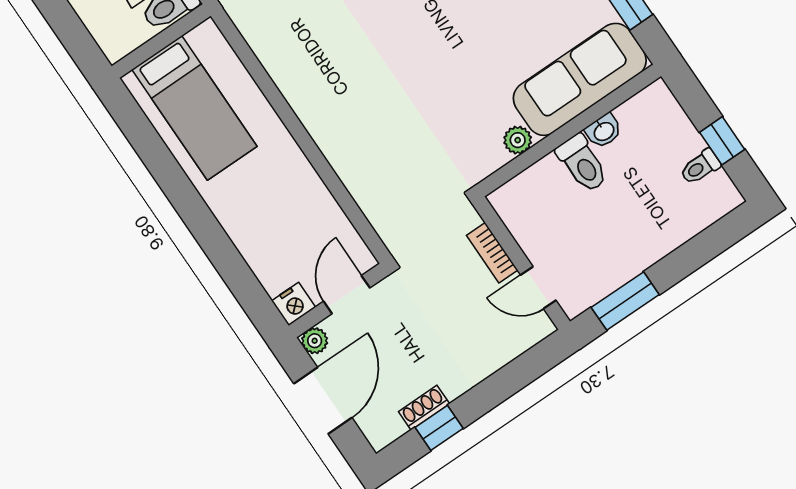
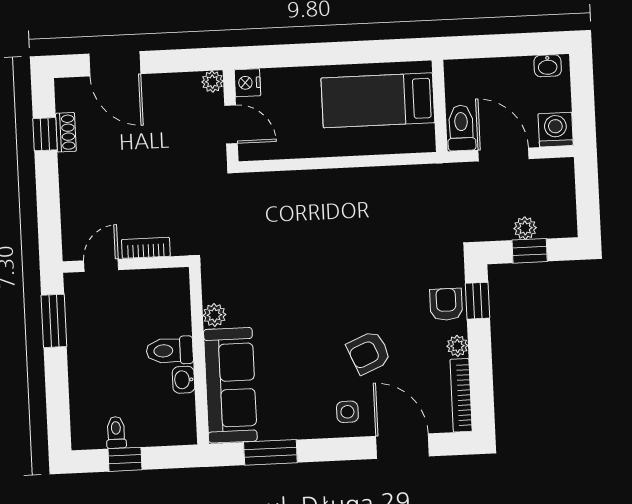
door: (347, 295) -> (231, 124), moved
wall: (338, 300) -> (231, 116), moved
nightstand: (294, 304) -> (247, 83), moved
plant: (315, 341) -> (212, 82), moved

